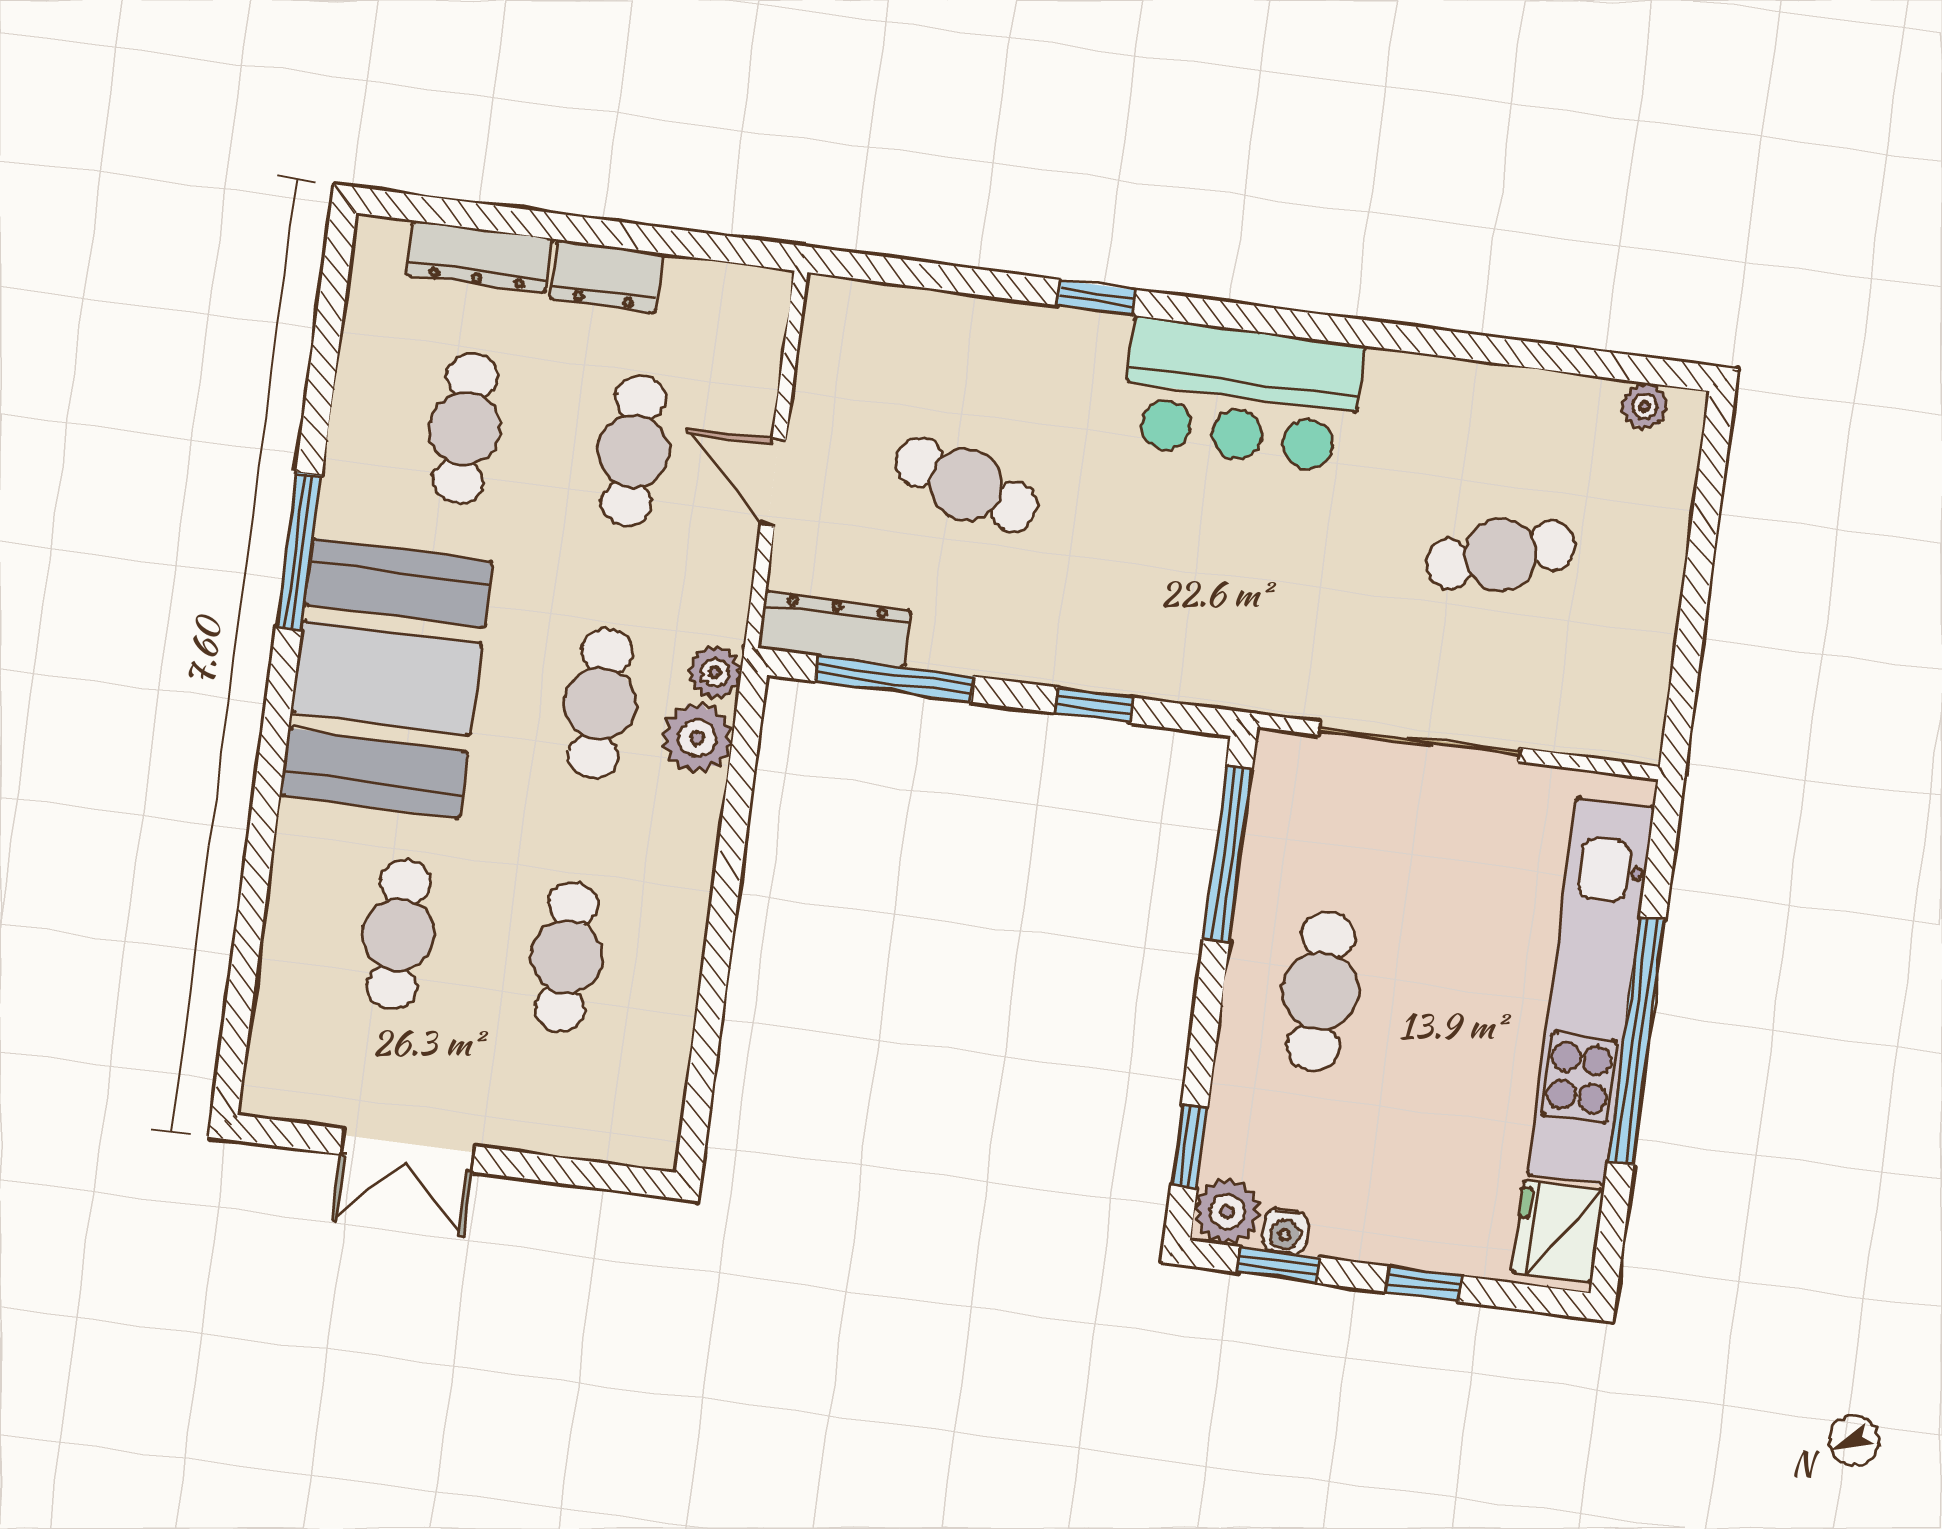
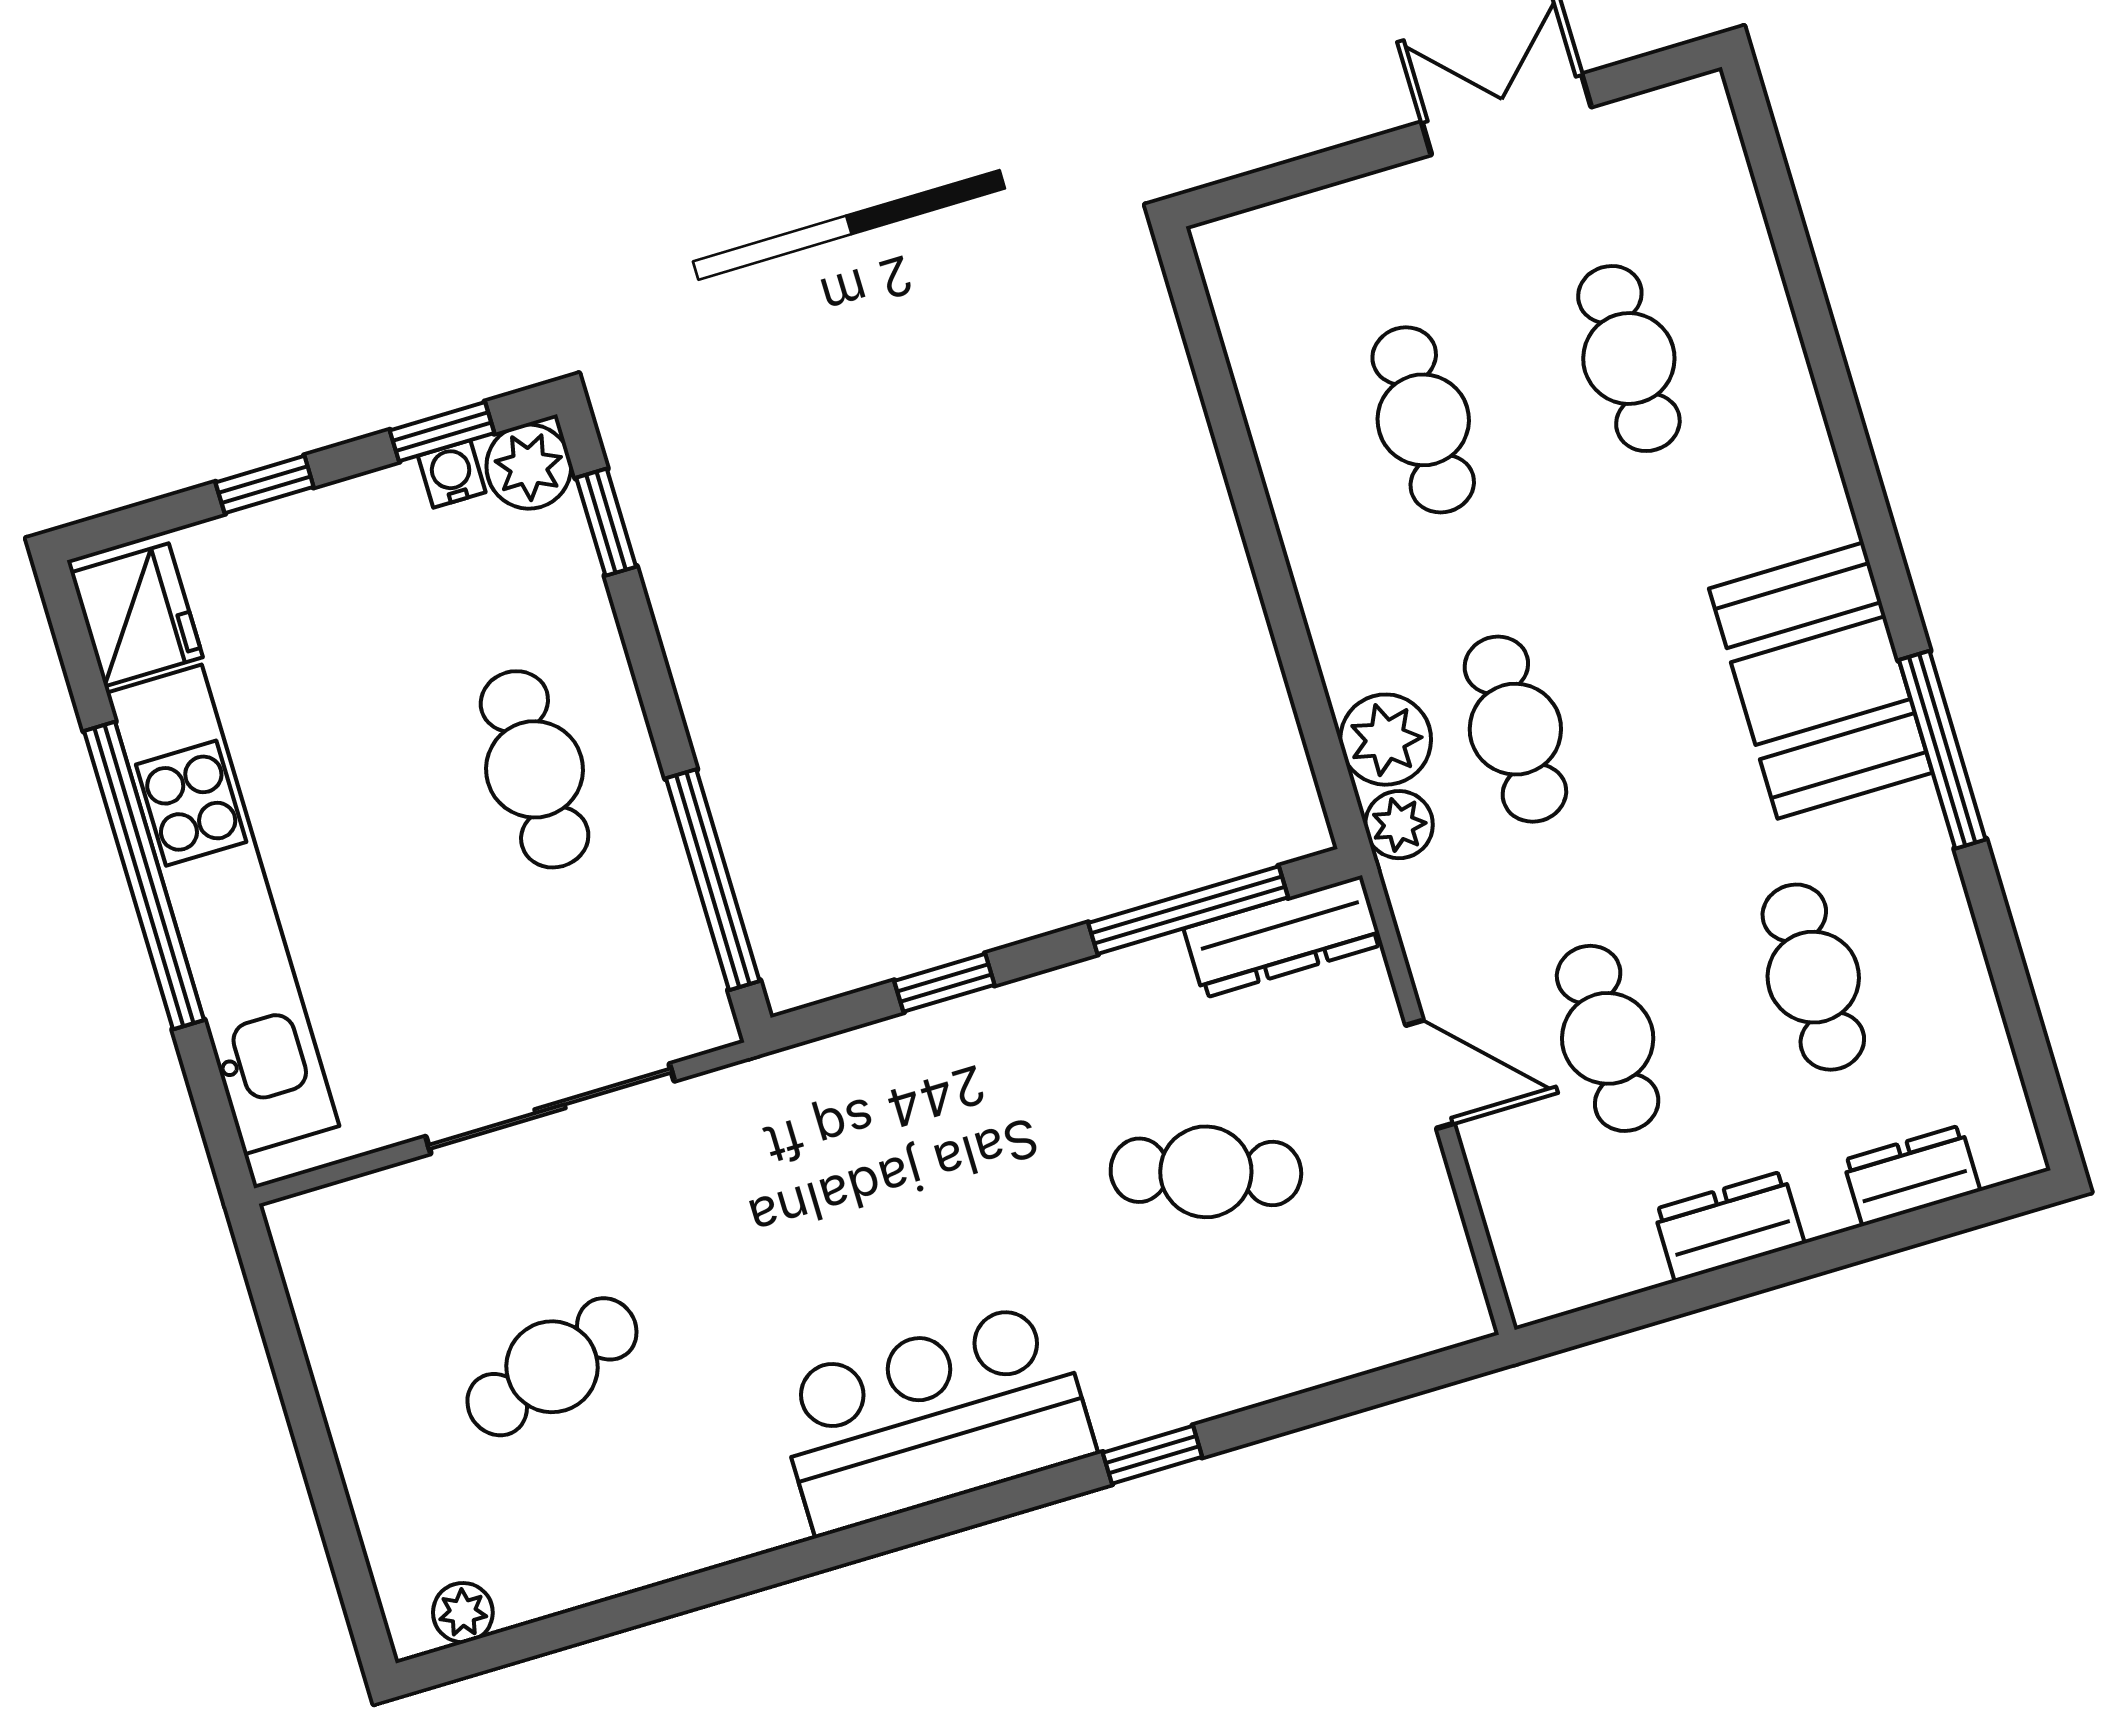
dresser: (479, 257) -> (1912, 1176), width x0.70
booth: (386, 678) -> (1821, 681), width x0.73, depth x0.70

